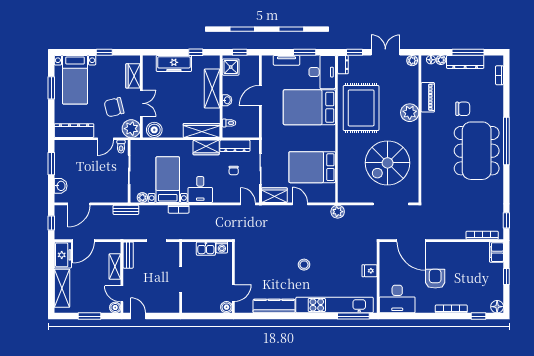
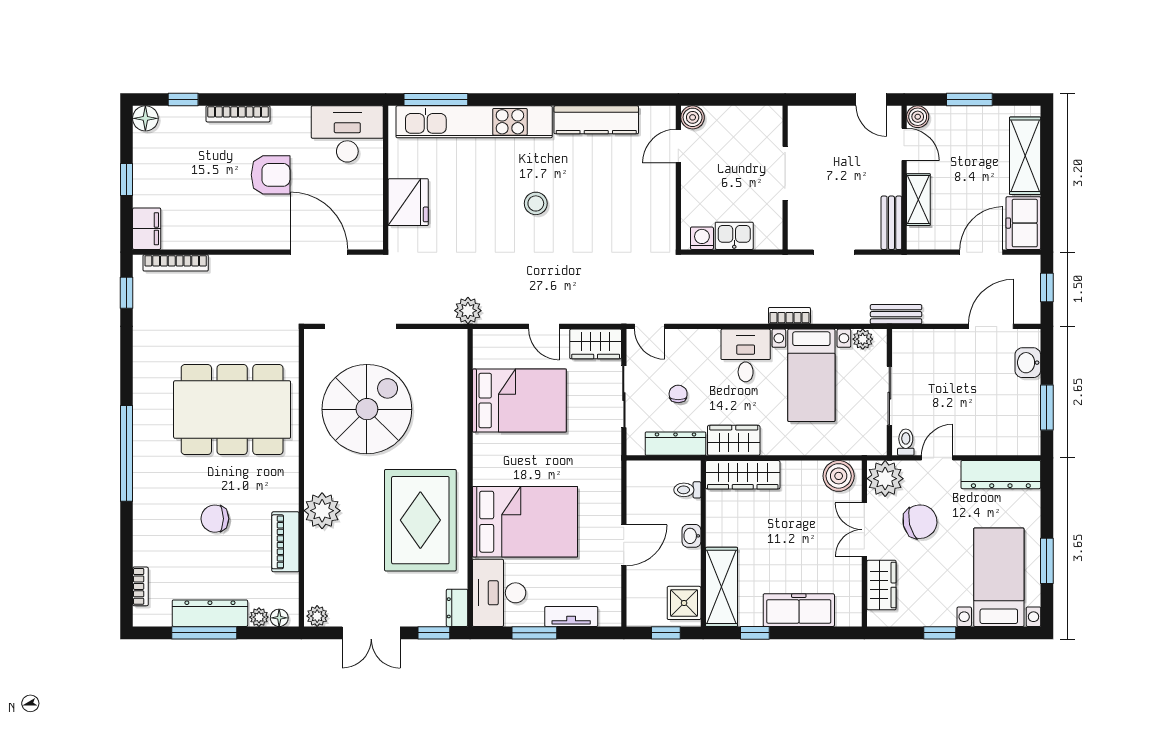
shelving: (212, 89) -> (722, 587), moved
dining table: (477, 151) -> (232, 410), moved, turned 90
fridge: (370, 271) -> (408, 202), width x1.88, depth x1.34
armchair: (435, 279) -> (271, 175), turned -90

